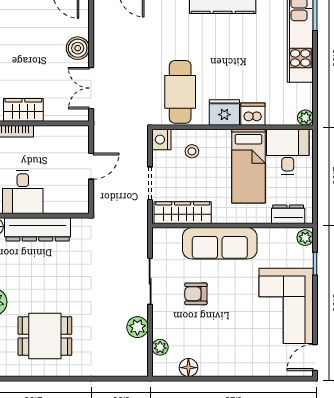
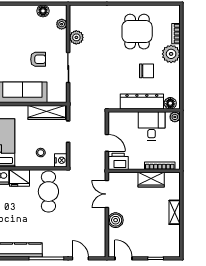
double door: (91, 88) -> (107, 194), swing flipped
printer: (74, 138) -> (118, 161), added
door: (91, 166) -> (107, 143), swing flipped
chair: (31, 276) -> (146, 71), added
dining table: (45, 336) -> (137, 32), turned 90

